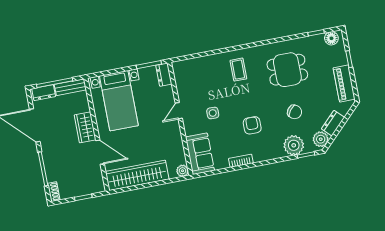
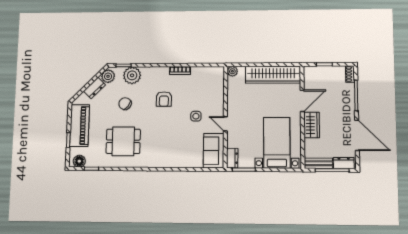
coffee table: (238, 70) -> (166, 150), removed
piano: (344, 84) -> (79, 126), width x1.37, depth x1.33
door: (179, 111) -> (225, 124), swing flipped
door: (100, 152) -> (302, 101), swing flipped
sofa: (200, 154) -> (214, 151), moved

